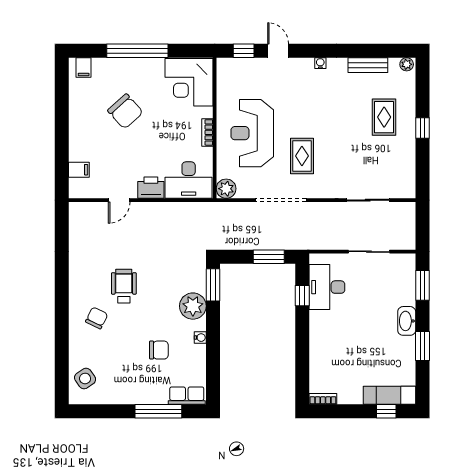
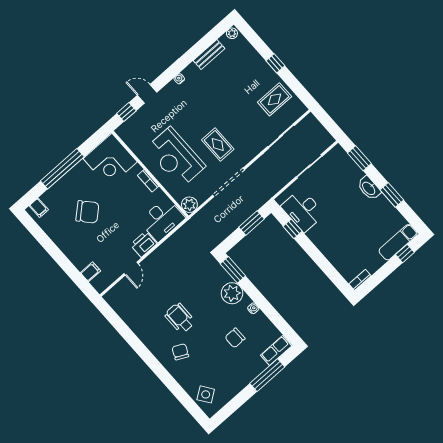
rug: (384, 117) -> (275, 99), moved, turned 90
chair: (159, 350) -> (235, 338), turned 180

